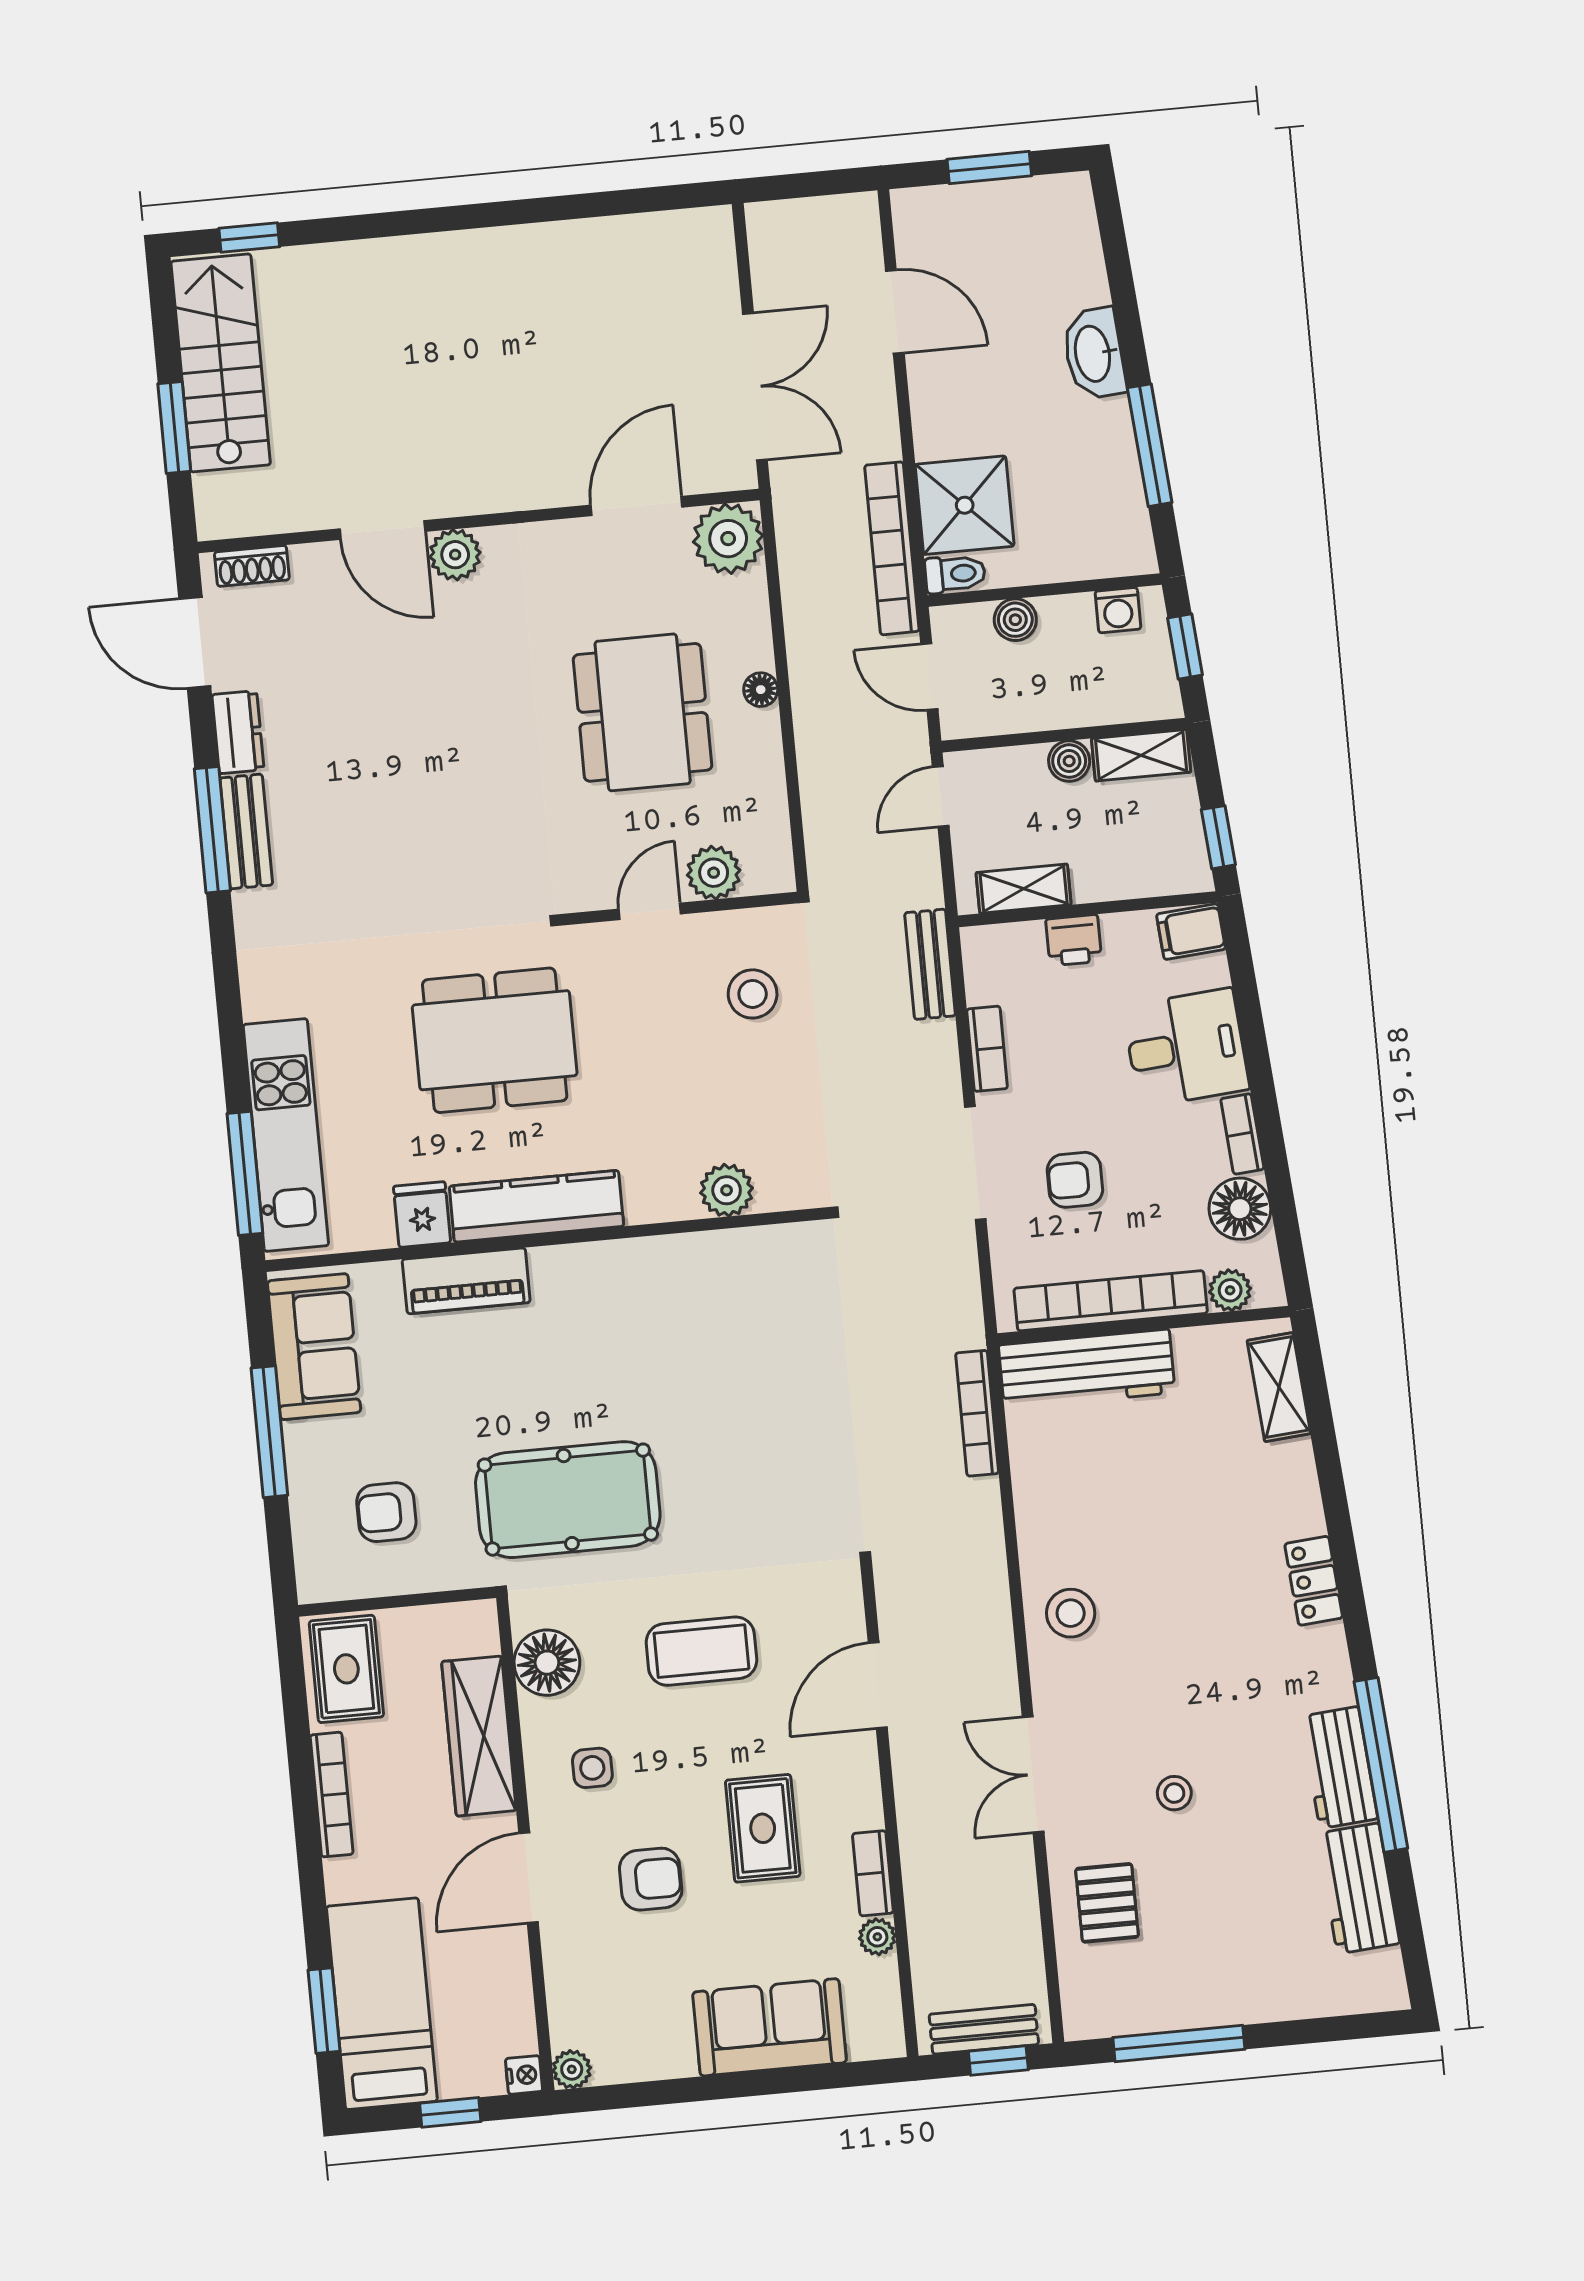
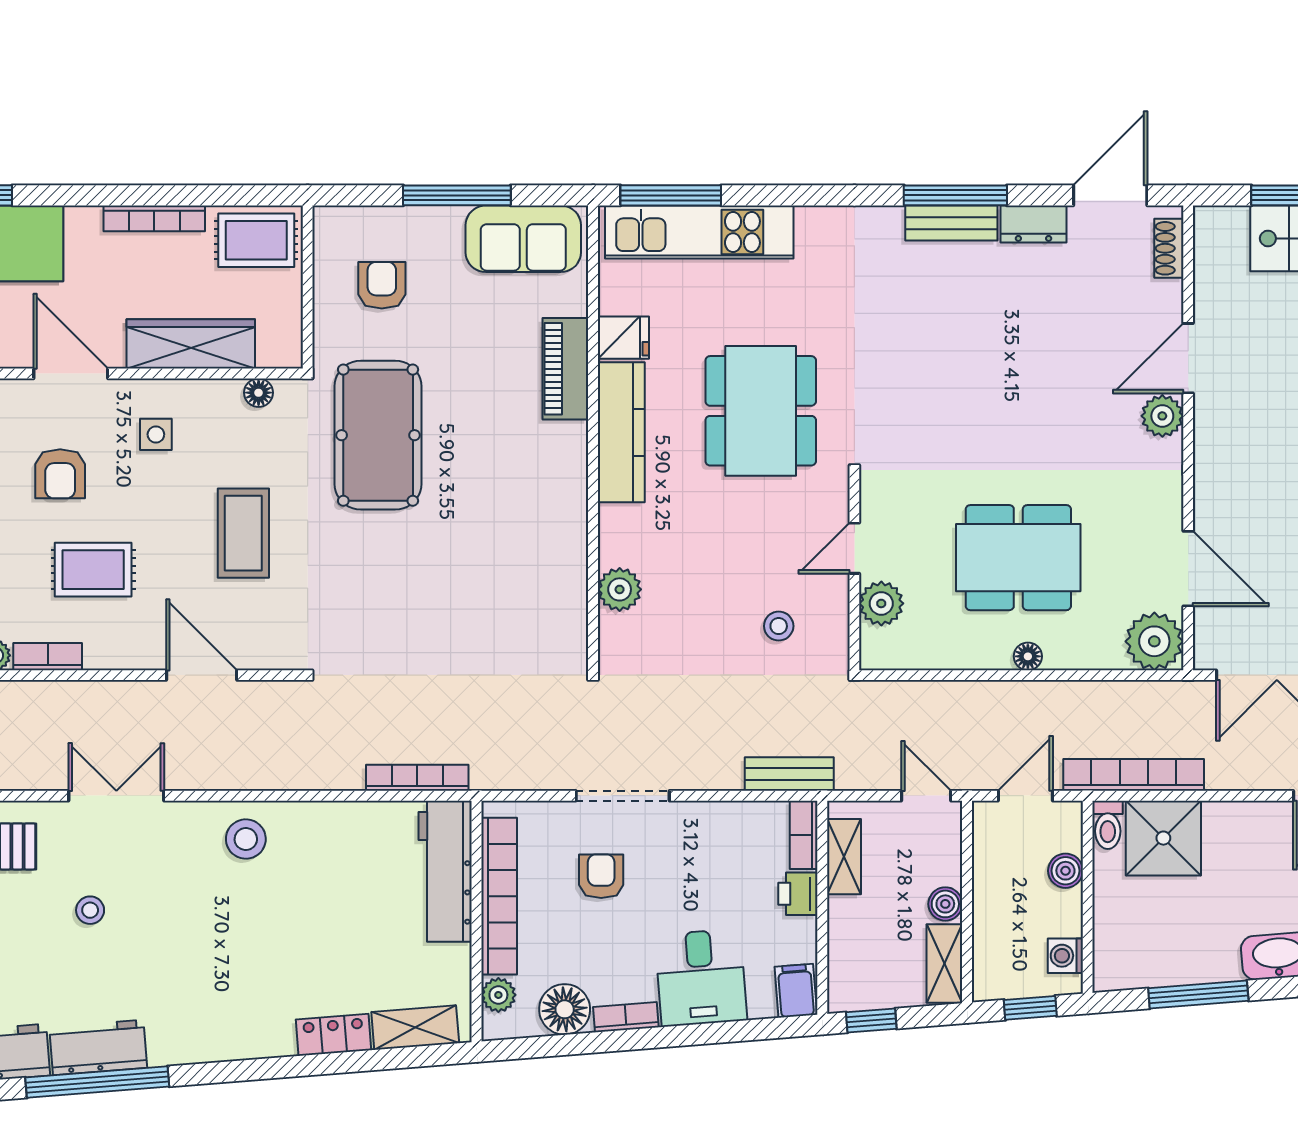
door: (650, 911) -> (854, 548), swing flipped
stool: (753, 994) -> (779, 626), width x0.73, depth x0.73
bookcase: (987, 1049) -> (804, 835), moved, turned 90
locker: (1314, 1581) -> (333, 1035), moved
floor lamp: (547, 1663) -> (259, 393), width x0.53, depth x0.53

